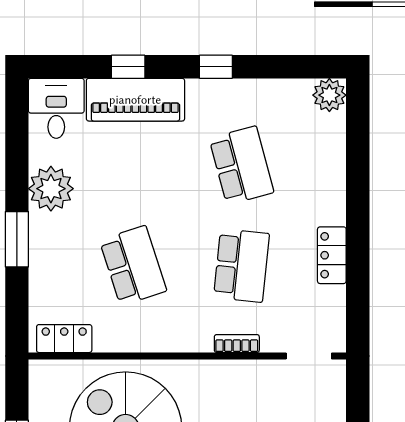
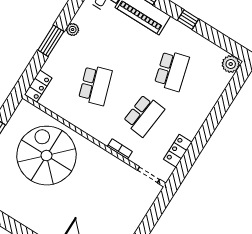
plant: (51, 189) -> (73, 30), width x0.53, depth x0.53
locker: (332, 255) -> (178, 151), moved
locker: (64, 339) -> (38, 86), moved, turned 90

